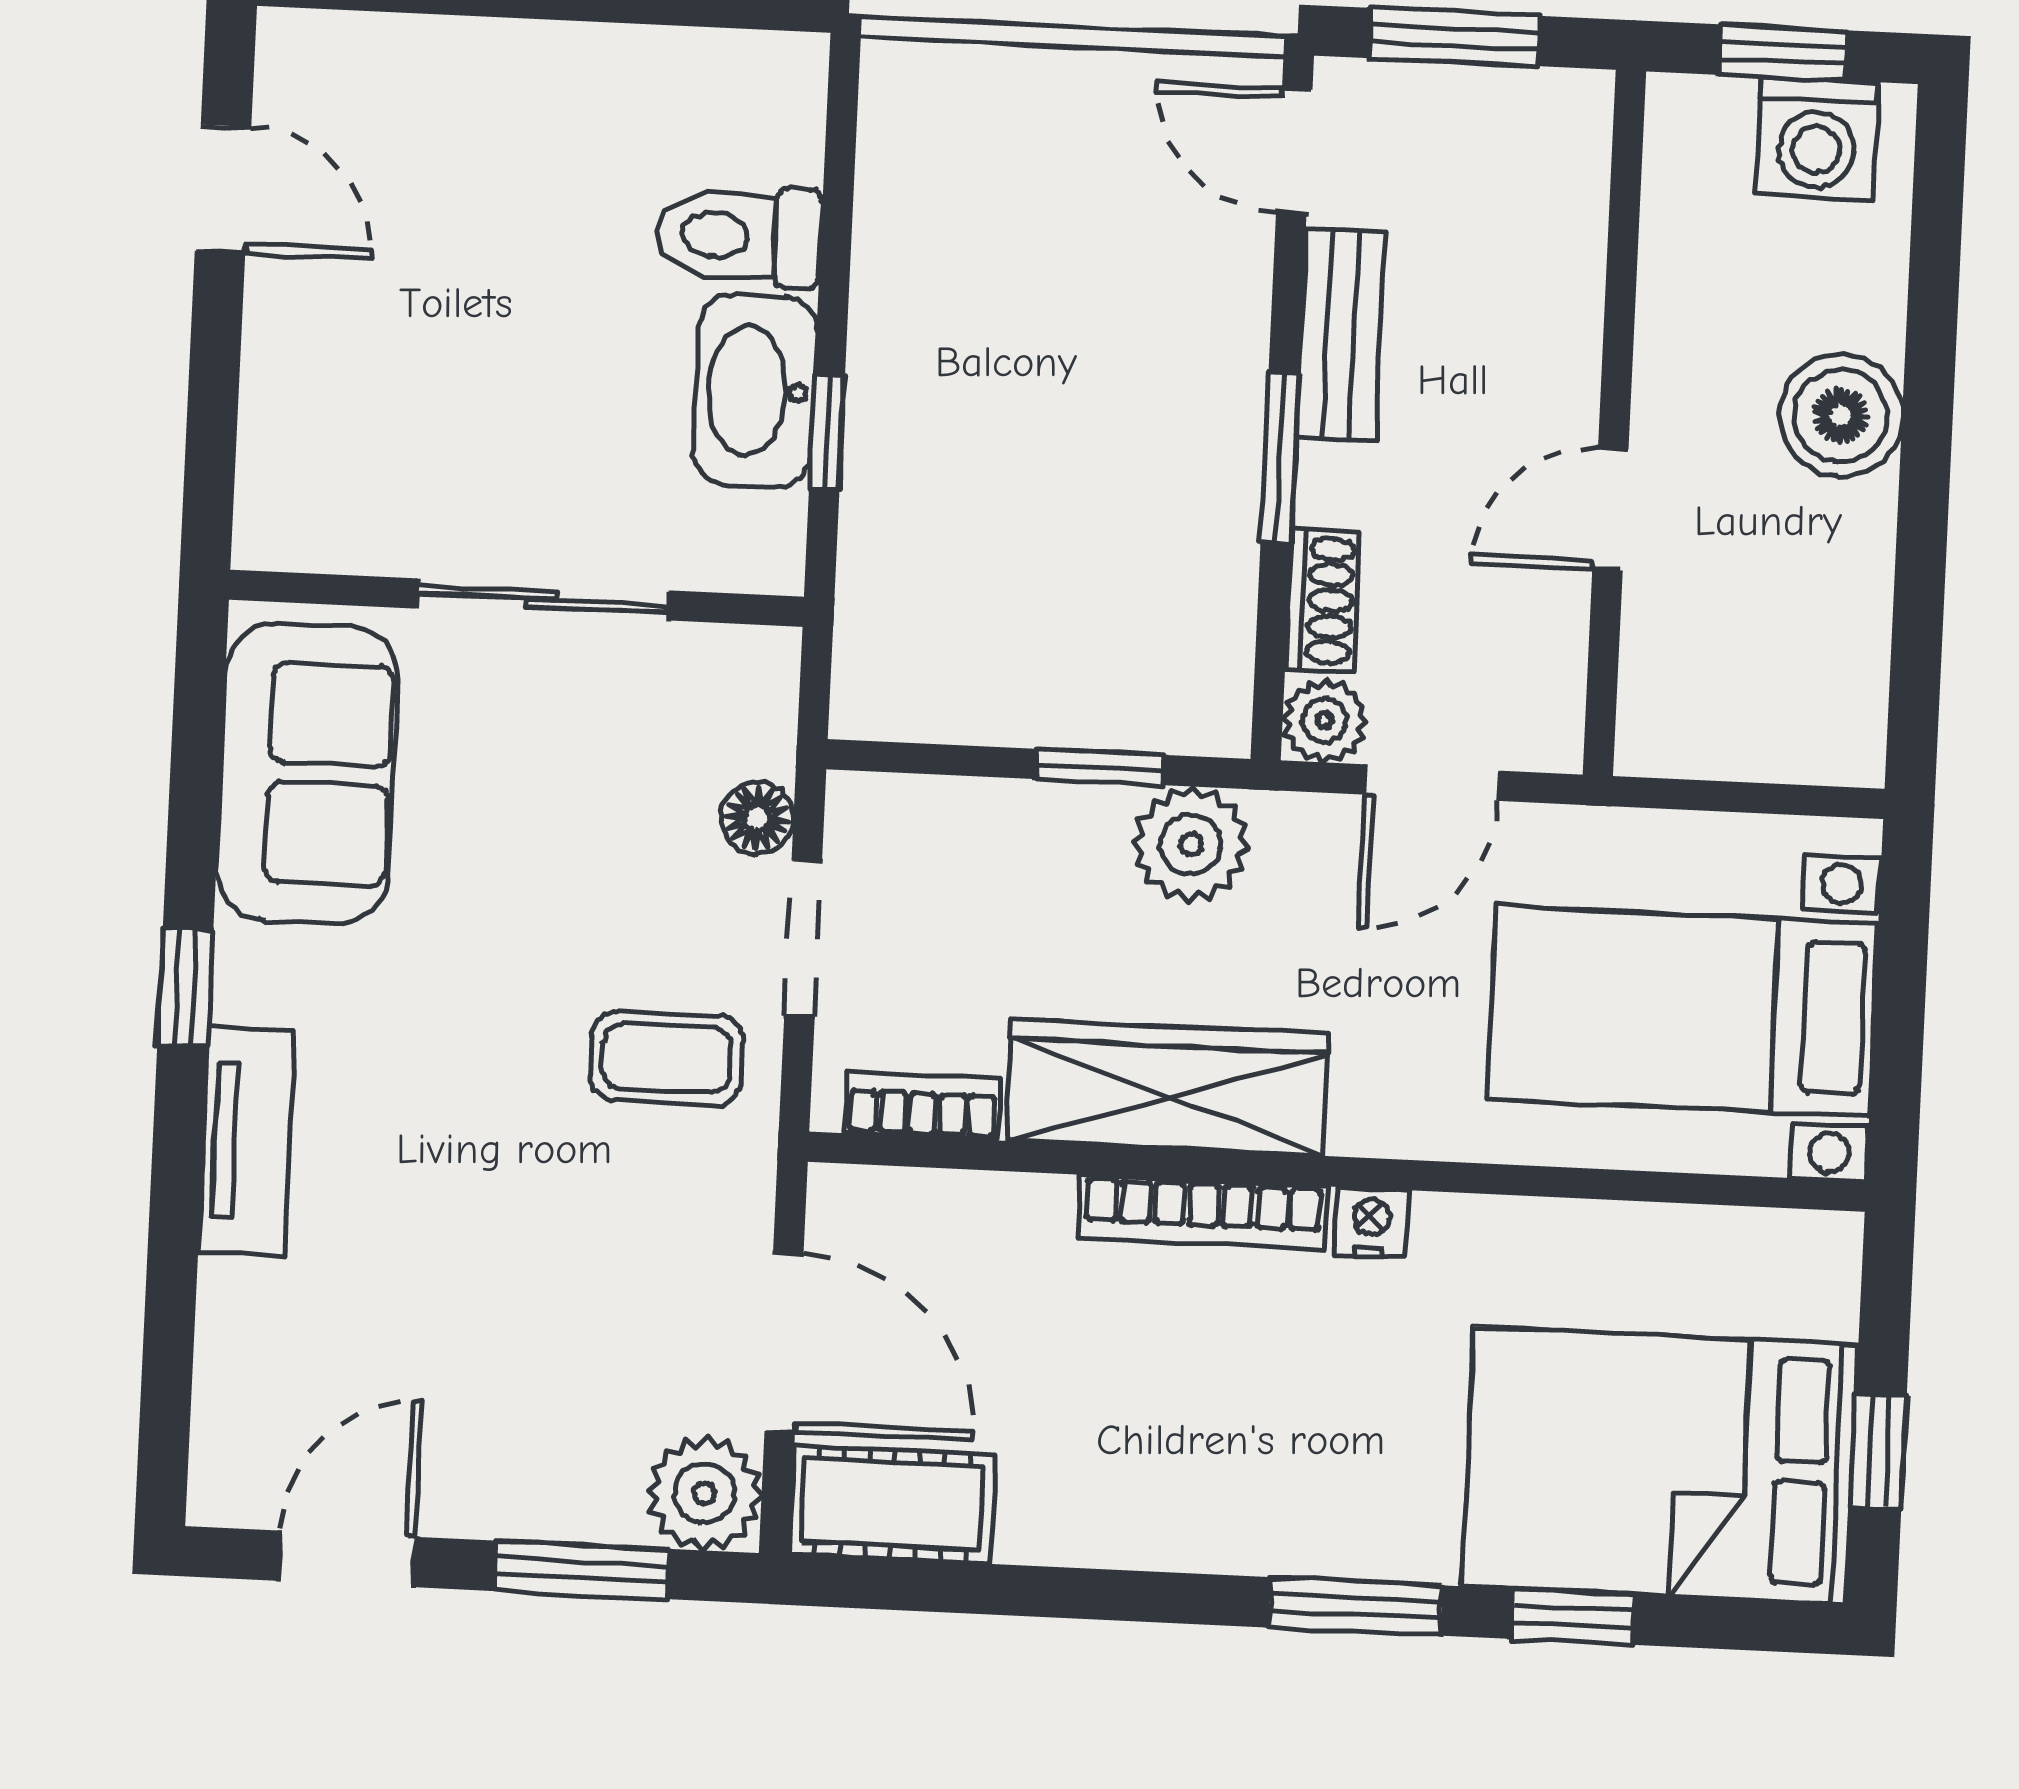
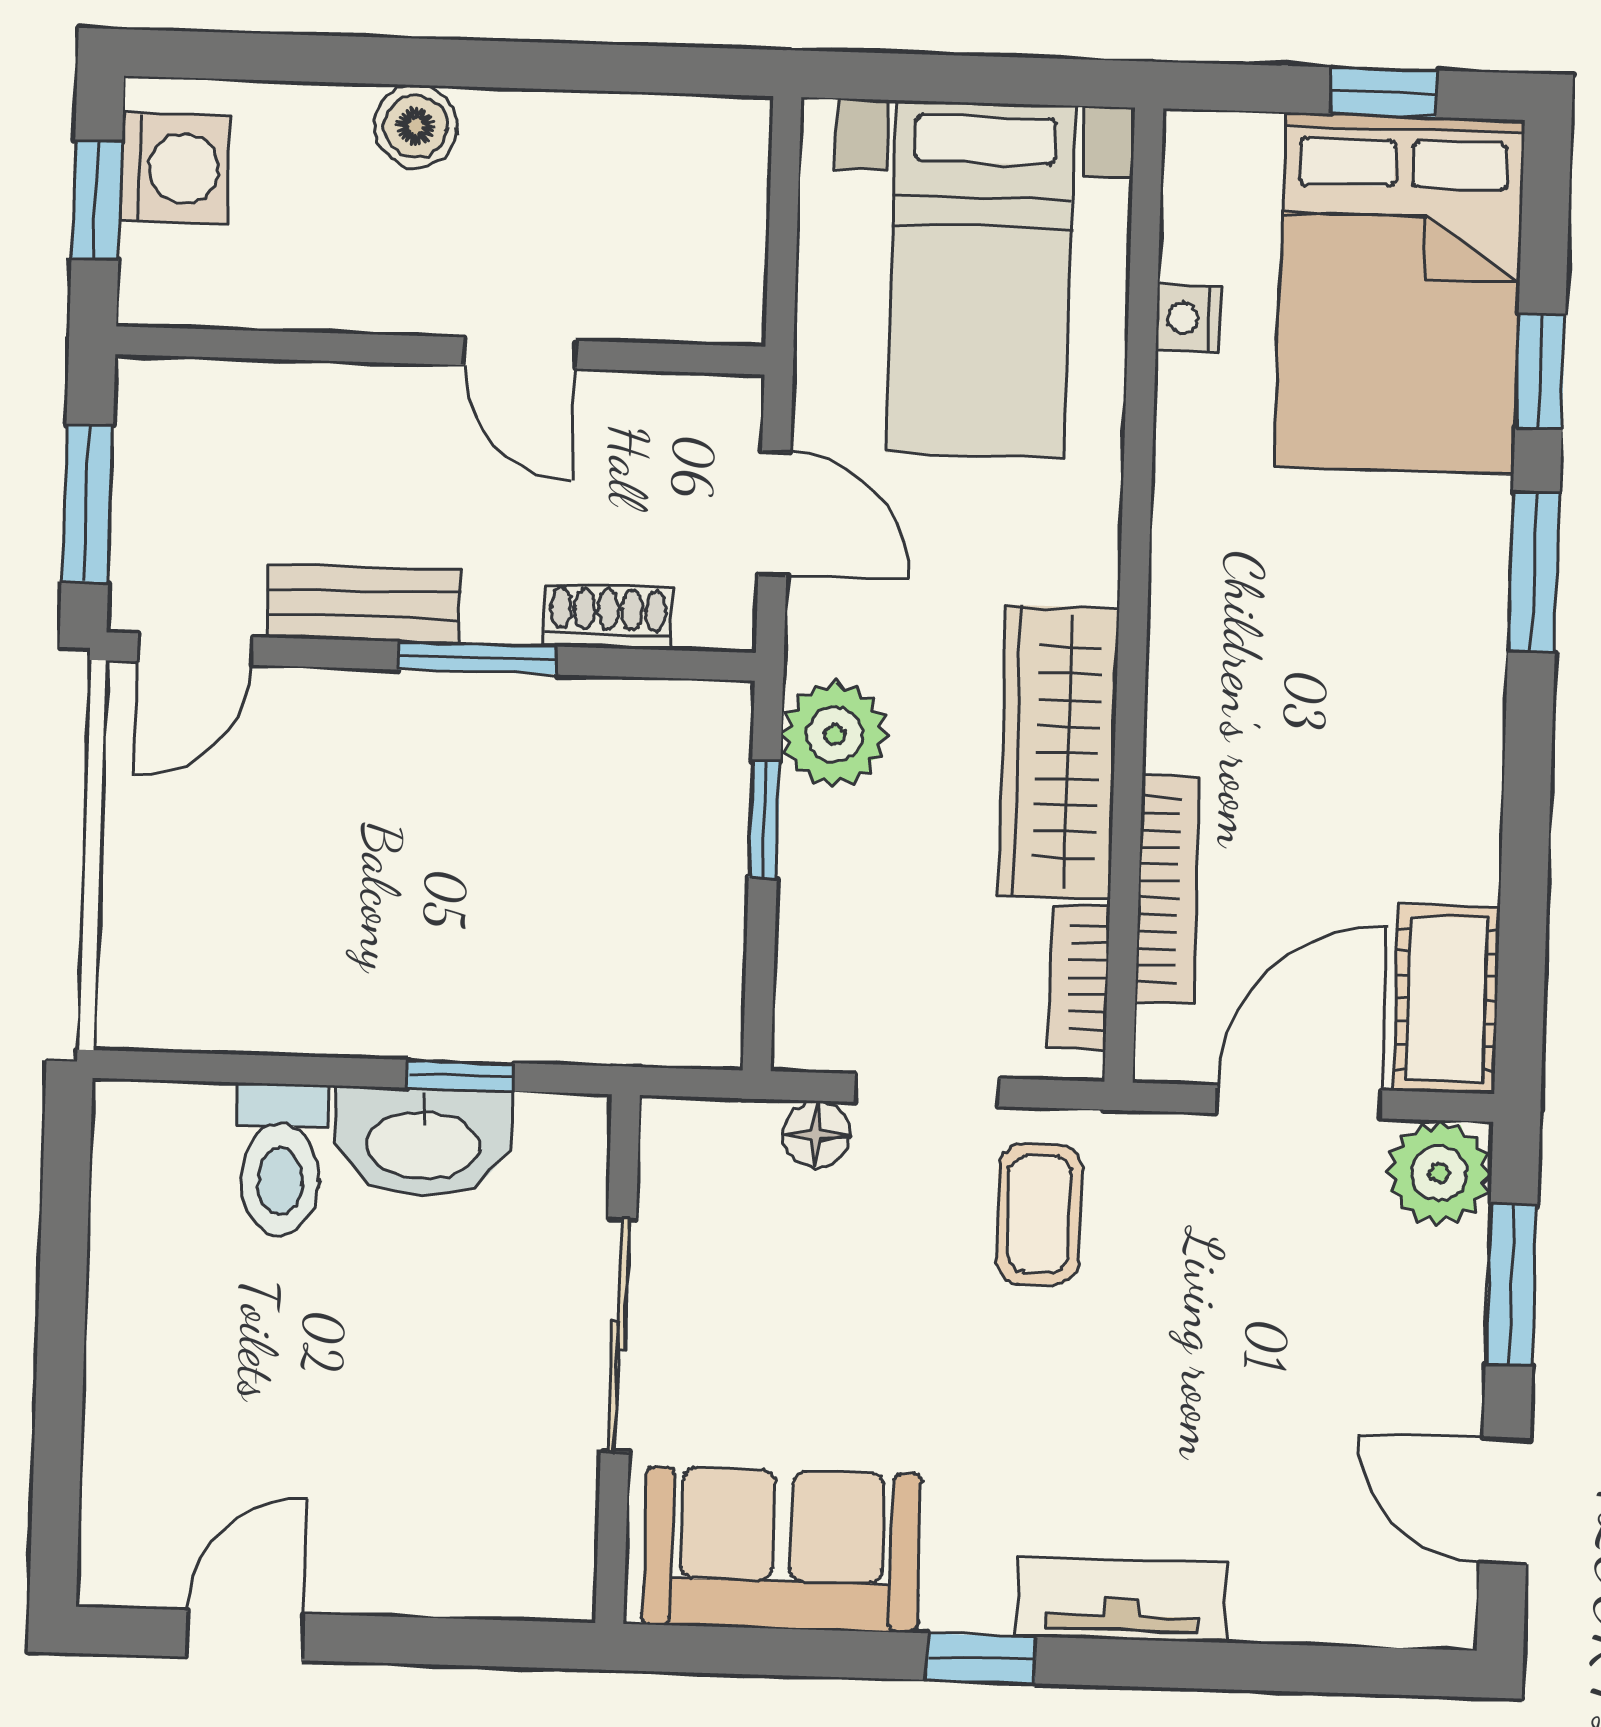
boiler: (1841, 415) -> (416, 126), width x0.73, depth x0.73
plant: (1324, 721) -> (719, 613), removed
bookcase: (1203, 1212) -> (1168, 890), moved
nightstand: (1371, 1223) -> (1188, 318), moved

